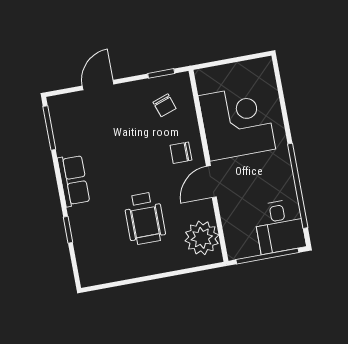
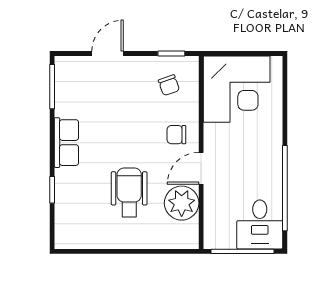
corner desk: (237, 122) -> (237, 89), moved, turned 90
wheelchair: (145, 218) -> (129, 192), turned 180
plant: (202, 238) -> (182, 203), moved

